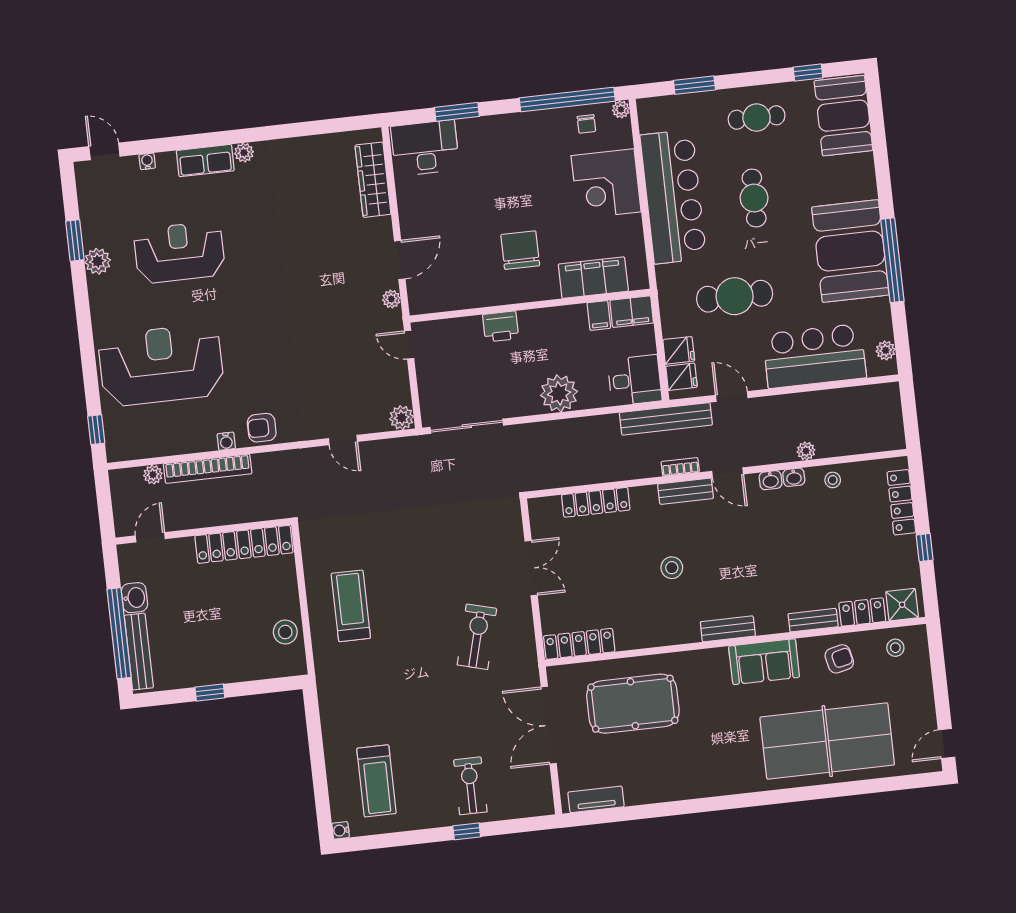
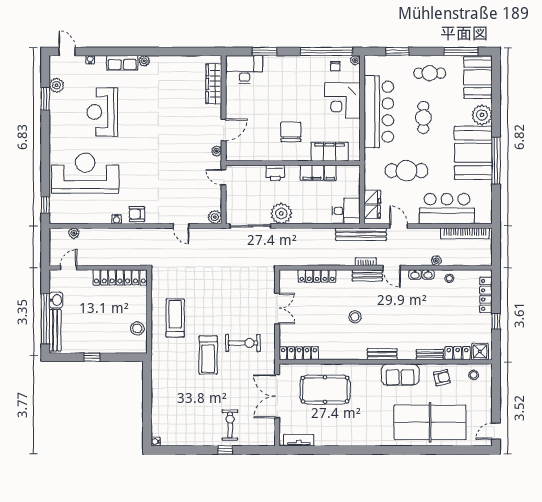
window: (808, 72) -> (461, 51), width x2.17
reception desk: (179, 252) -> (102, 112), turned -90
plant: (98, 261) -> (57, 85), moved
filing cabinet: (632, 312) -> (312, 173), moved
plant: (886, 350) -> (482, 115), moved, width x1.87, depth x1.87
plant: (559, 393) -> (281, 213), moved
bookcase: (208, 469) -> (465, 233), moved
exercise bike: (477, 637) -> (243, 343), turned 75
treadmill: (376, 781) -> (208, 355), moved

